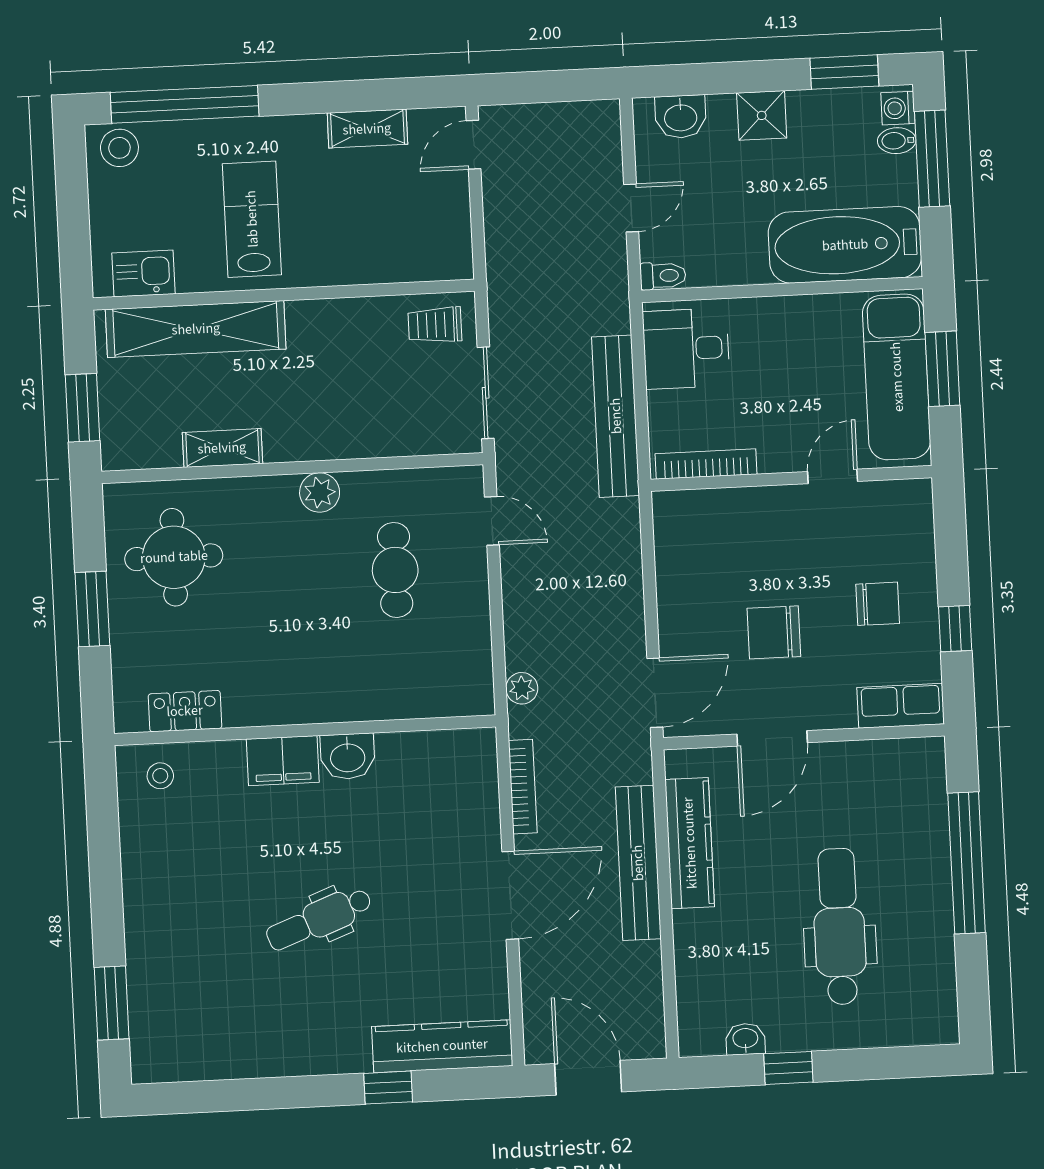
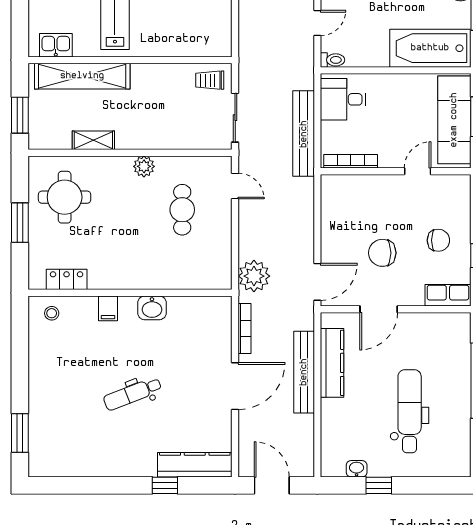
plant: (522, 688) -> (254, 276), width x1.88, depth x1.88
filing cabinet: (283, 761) -> (108, 308), width x0.50

